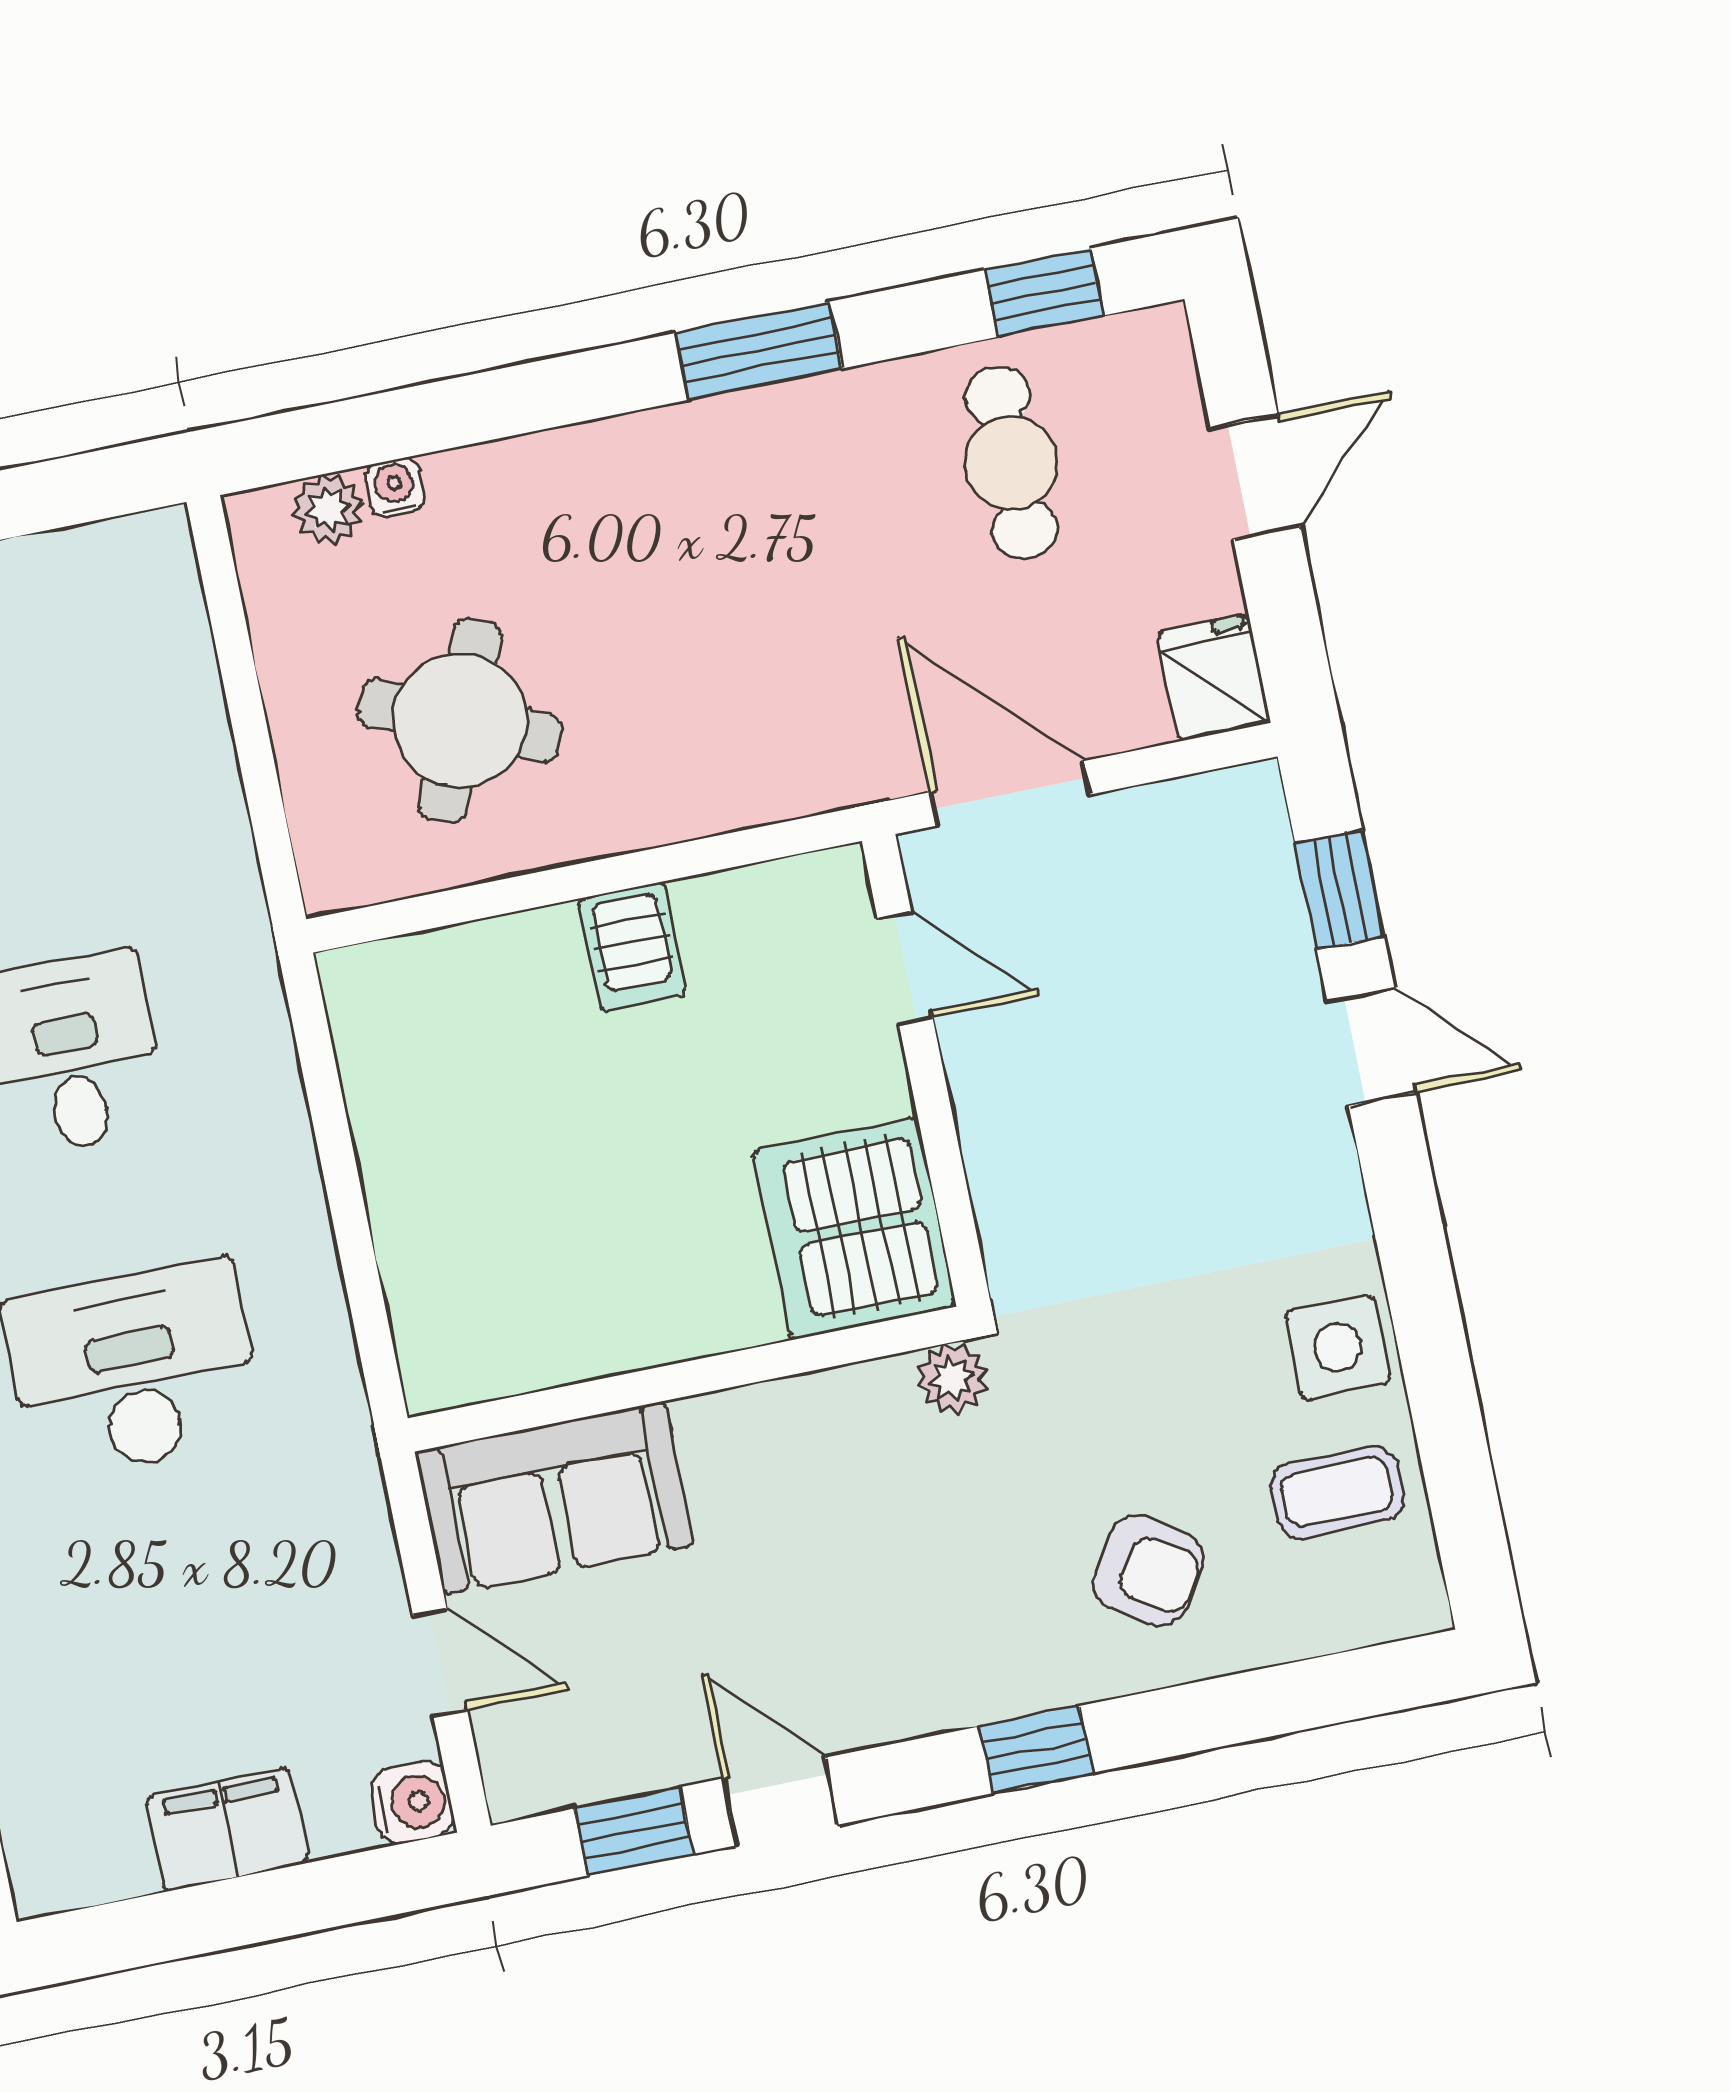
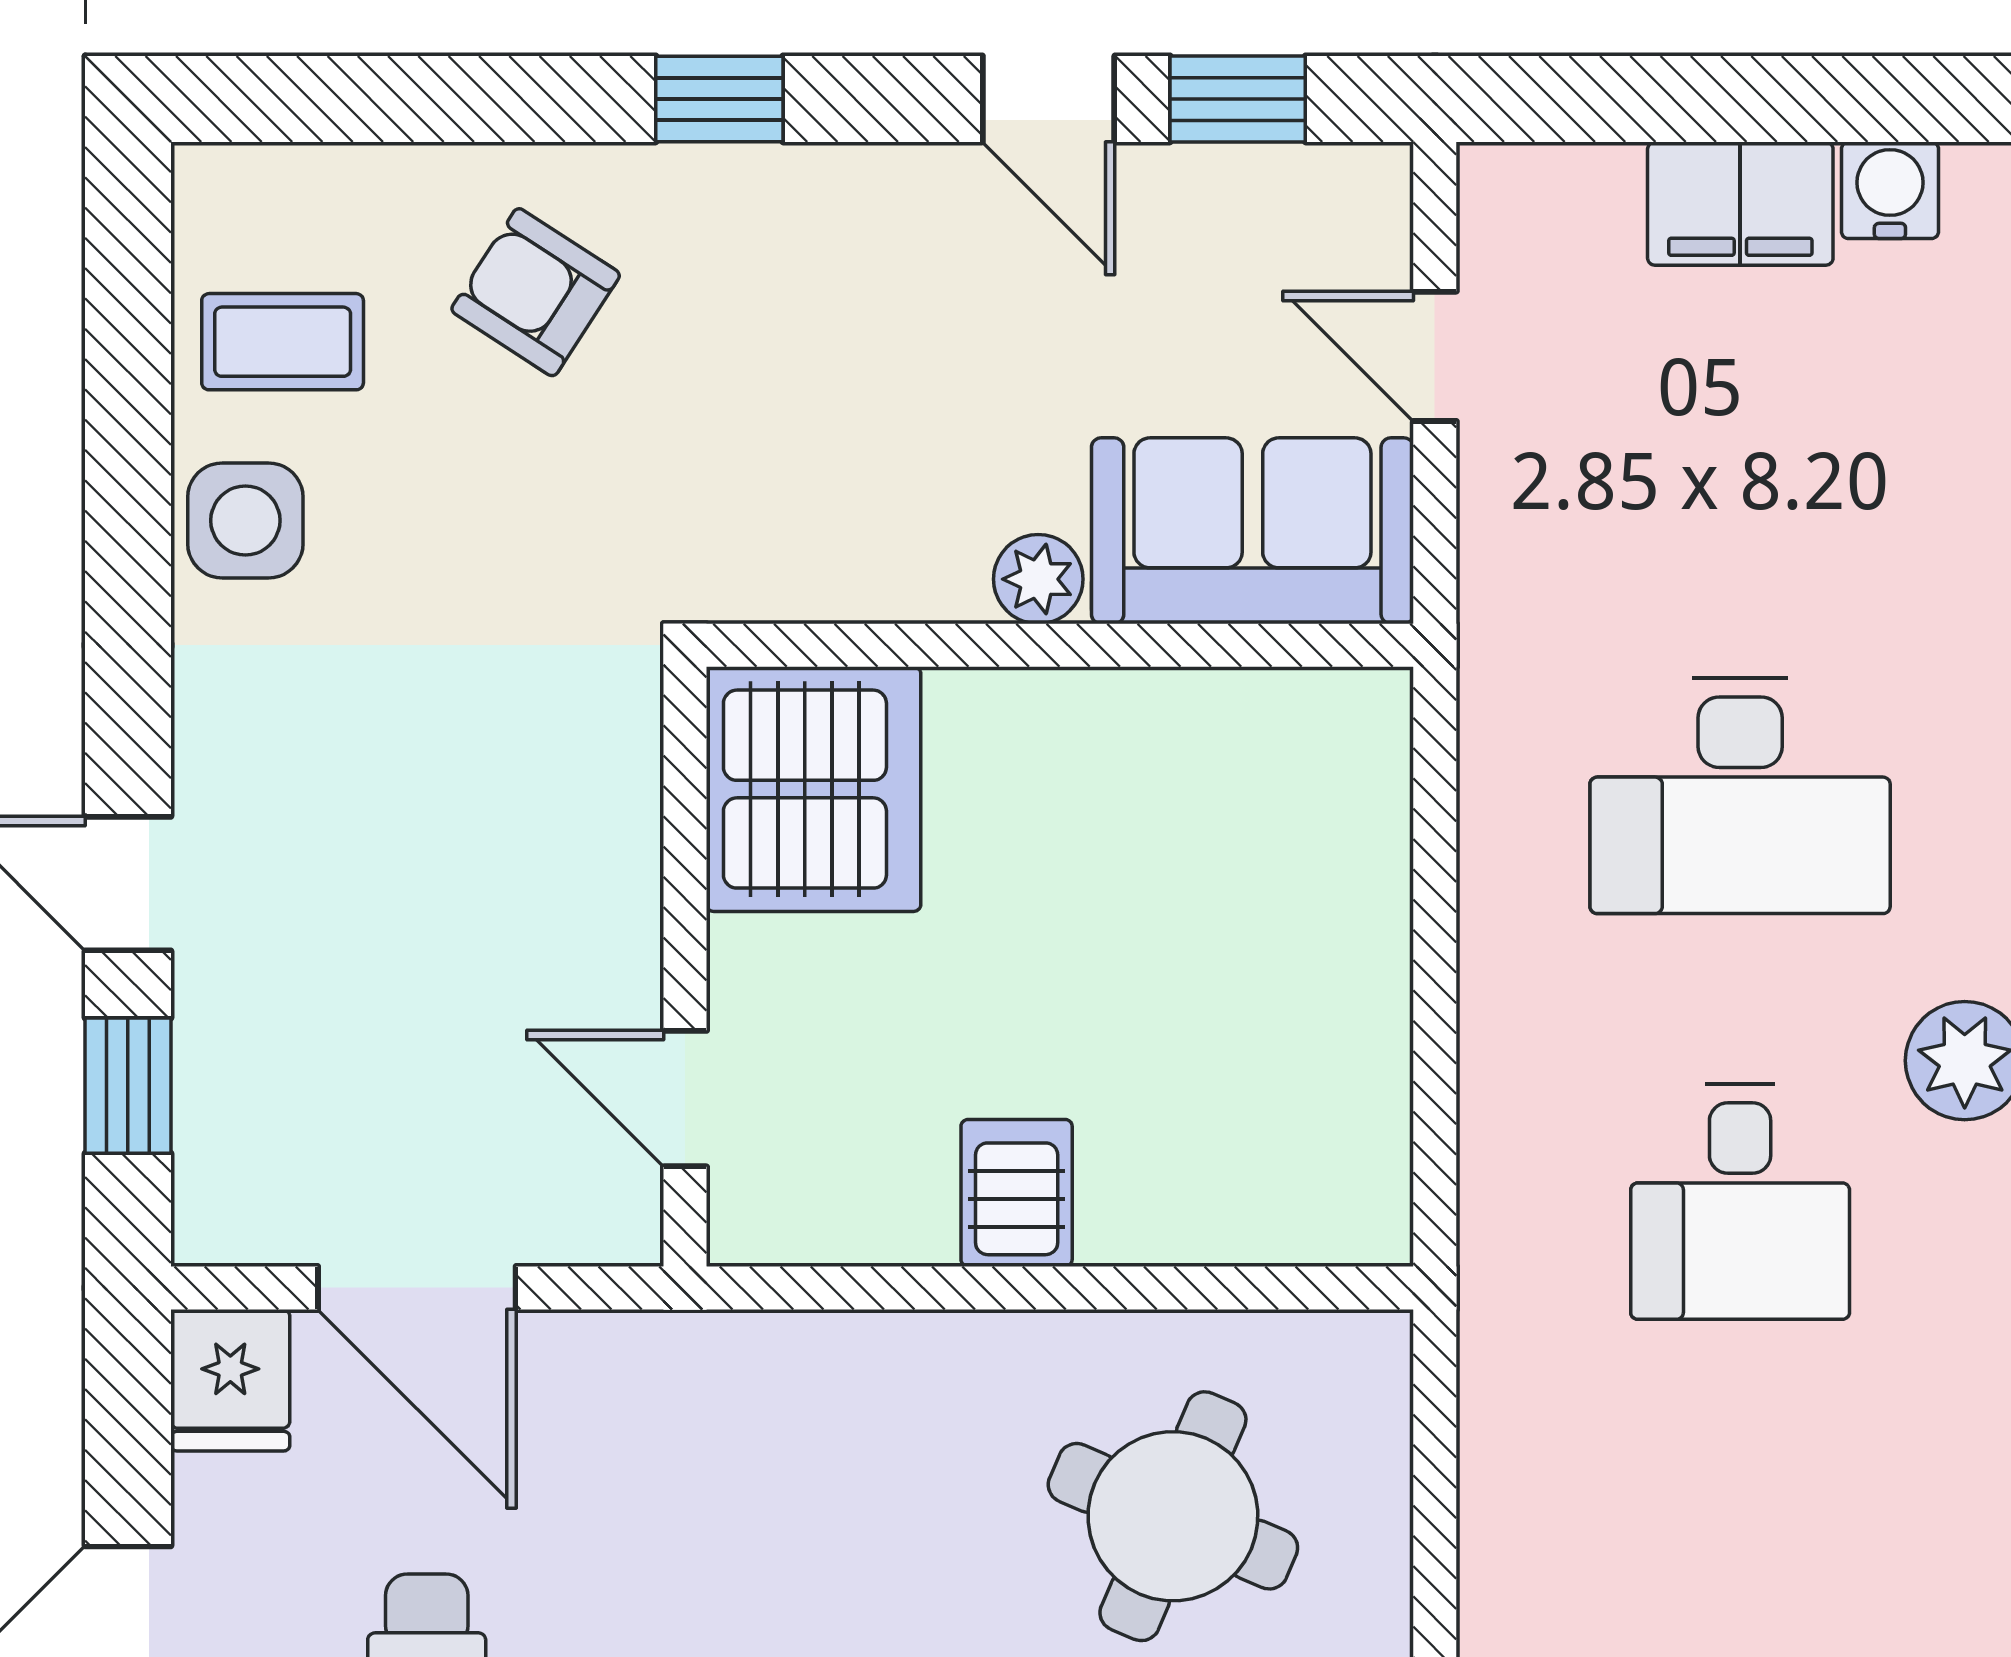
door: (1010, 793) -> (417, 1288), moved
plant: (952, 1378) -> (1038, 579), moved
water cooler: (412, 1803) -> (1890, 190), moved, turned 90

